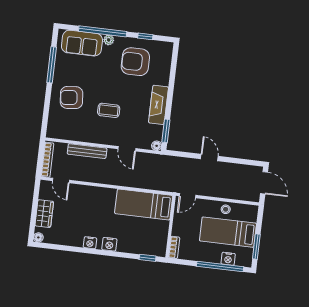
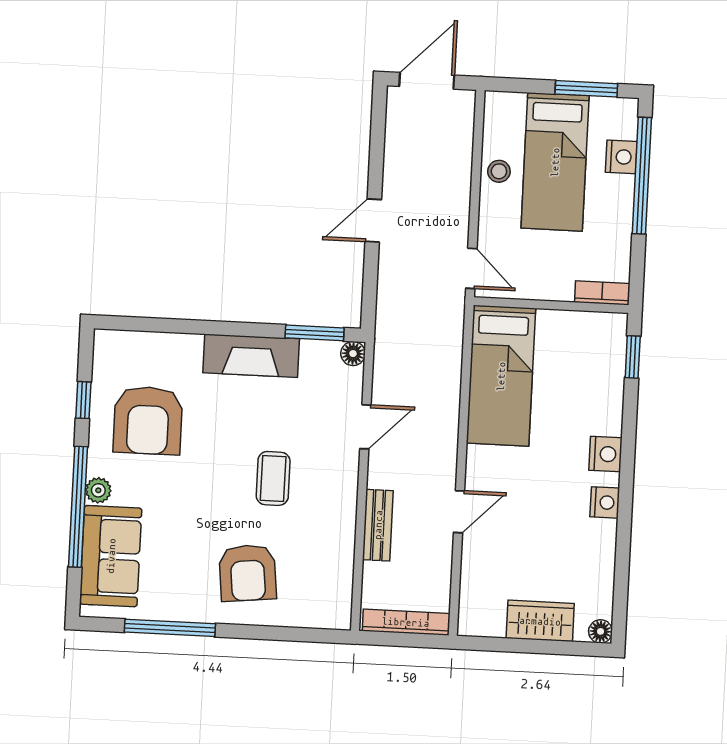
bench: (87, 151) -> (378, 525), width x0.73
door: (61, 180) -> (459, 512), moved

